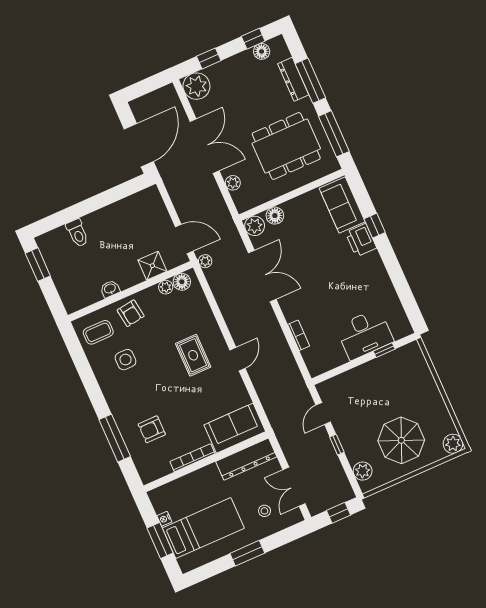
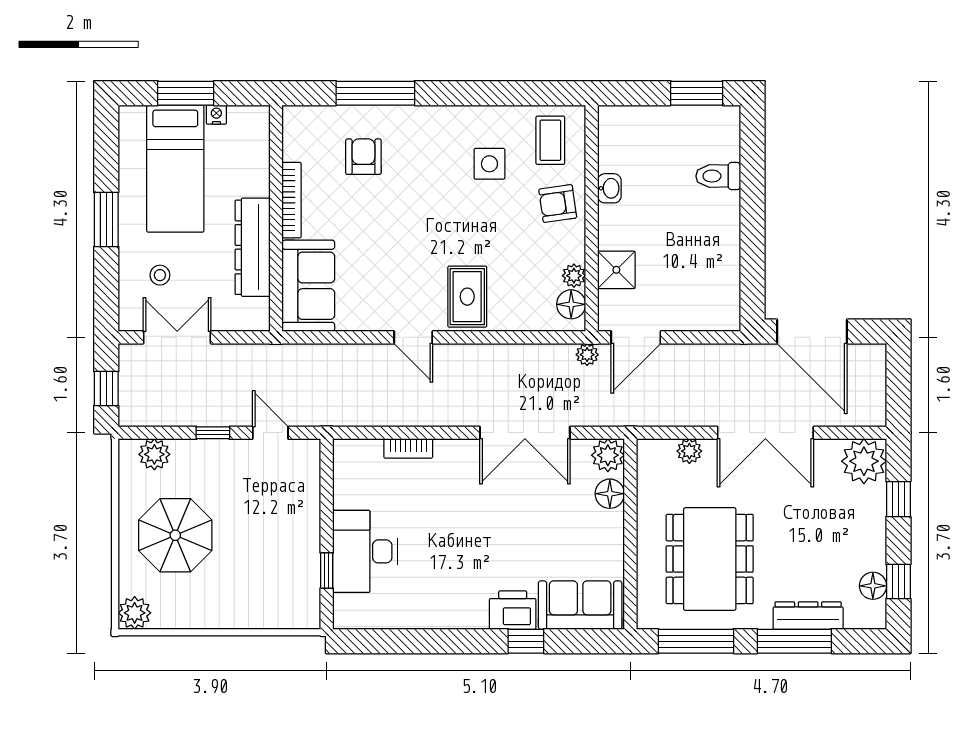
rug: (193, 355) -> (467, 297), moved, turned 90
dresser: (246, 459) -> (253, 247), moved

